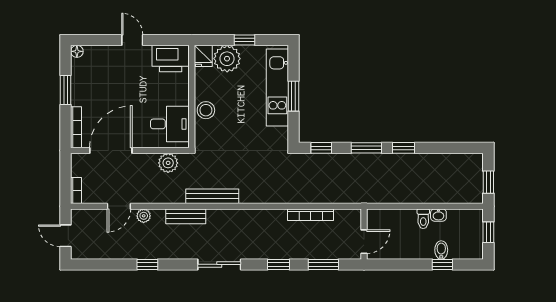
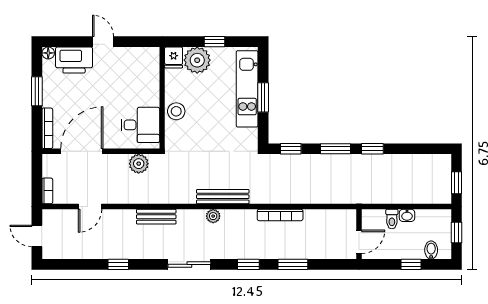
printer: (171, 59) -> (74, 60), moved
bench: (212, 196) -> (223, 197), moved
plant: (144, 216) -> (213, 216), moved
wall: (364, 234) -> (359, 234), moved
door: (364, 242) -> (359, 242), moved
bidet: (441, 250) -> (431, 250), moved

